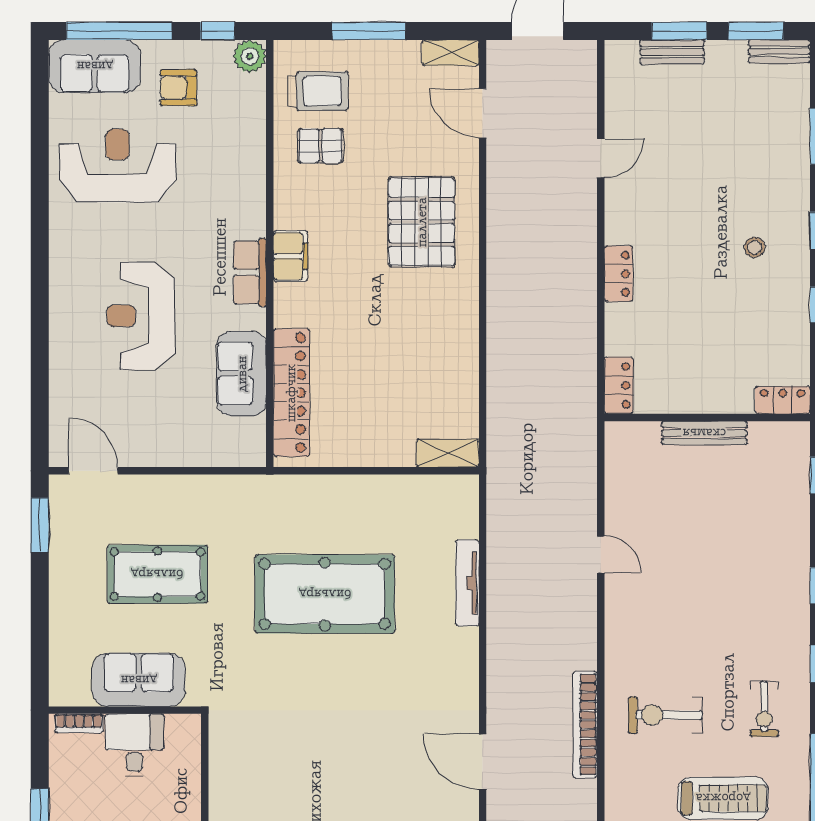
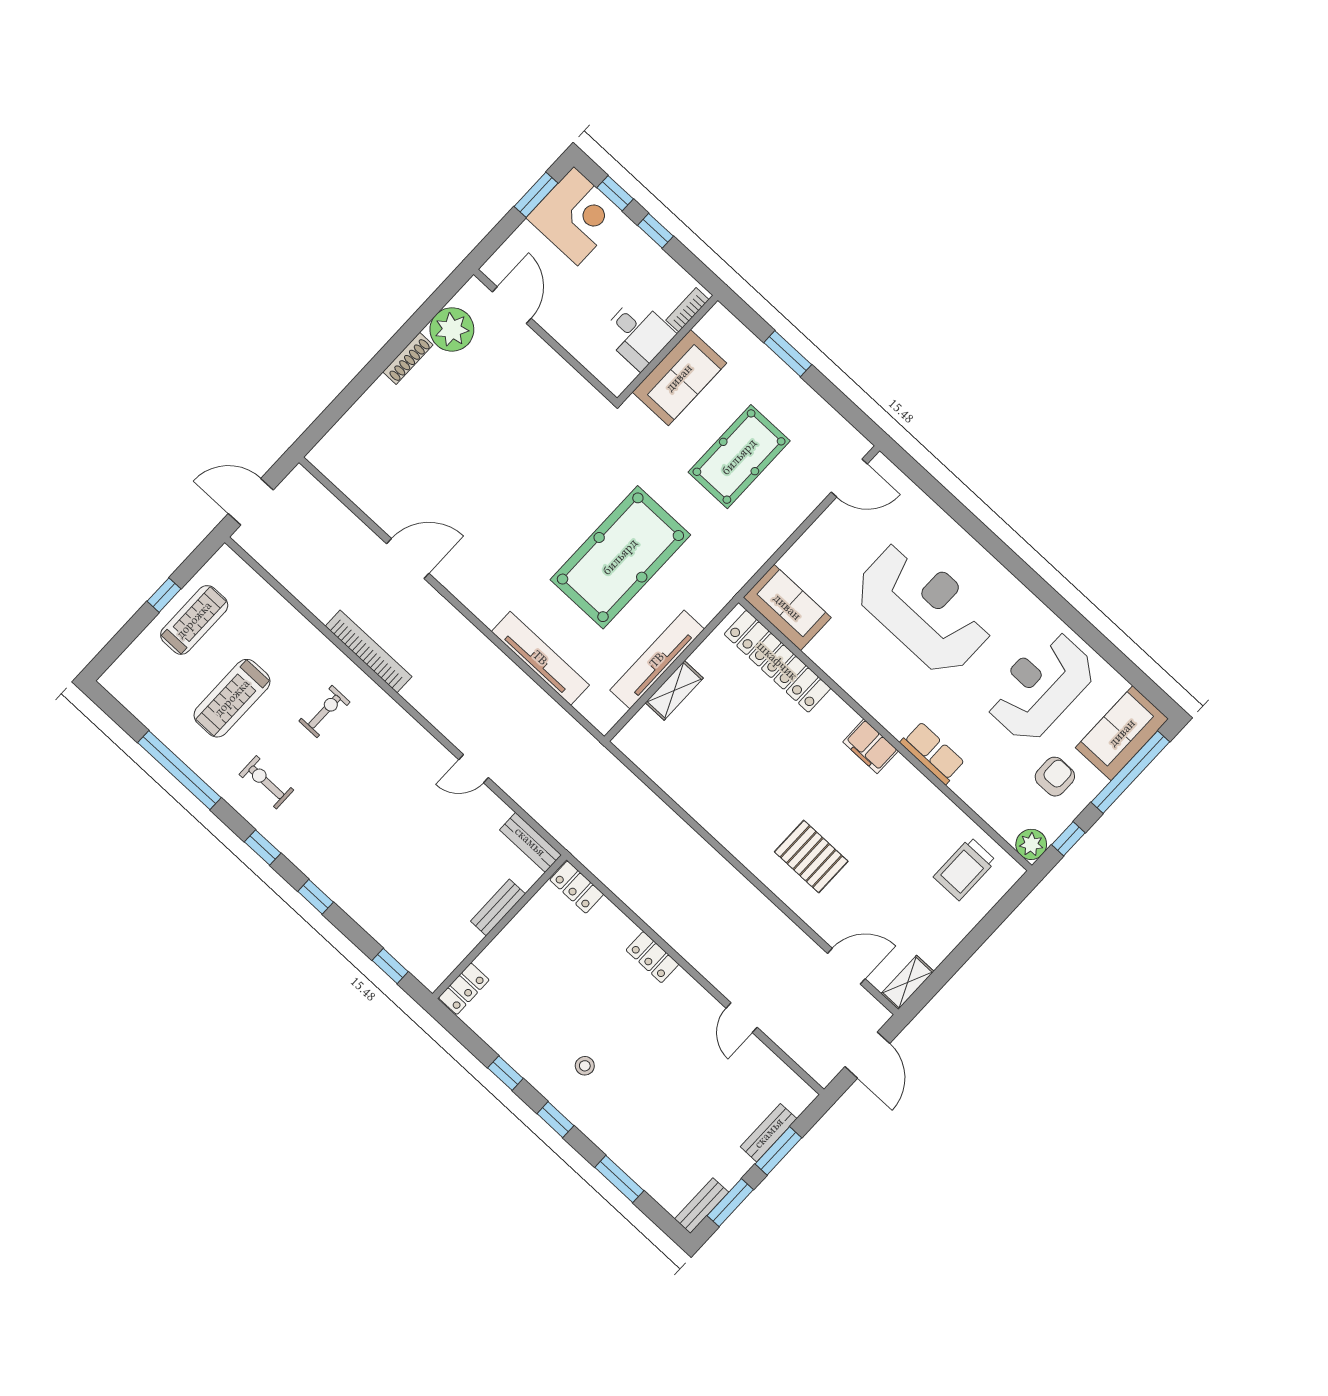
window: (369, 31) -> (974, 941), removed
pallet: (320, 146) -> (926, 836), removed
reception desk: (117, 166) -> (1040, 686), turned 180
pallet: (422, 222) -> (811, 857), width x0.73, depth x0.71
row of seats: (250, 272) -> (933, 753), moved
reception desk: (141, 316) -> (924, 608), width x1.36, depth x1.30
sofa: (242, 374) -> (787, 607), moved
bench: (704, 433) -> (498, 907), width x0.73
shelving: (448, 453) -> (674, 690), moved
bench: (617, 455) -> (530, 842), added
tv unit: (379, 489) -> (657, 660), added
window: (40, 525) -> (788, 354), moved
tv unit: (467, 583) -> (540, 658), width x1.36, depth x1.29
exercise bike: (665, 715) -> (324, 712), width x0.73, depth x0.72

